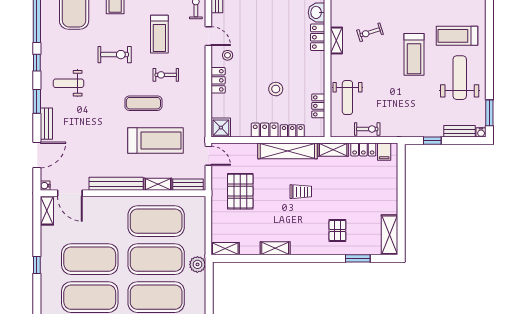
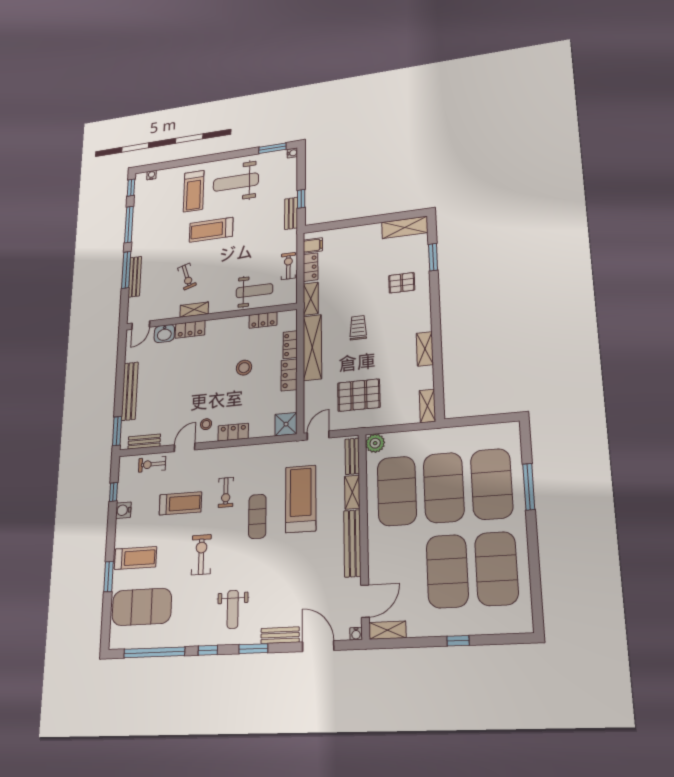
treadmill: (414, 54) -> (211, 230), turned 180
bench: (459, 131) -> (291, 213), moved
plant: (197, 264) -> (375, 443), moved

